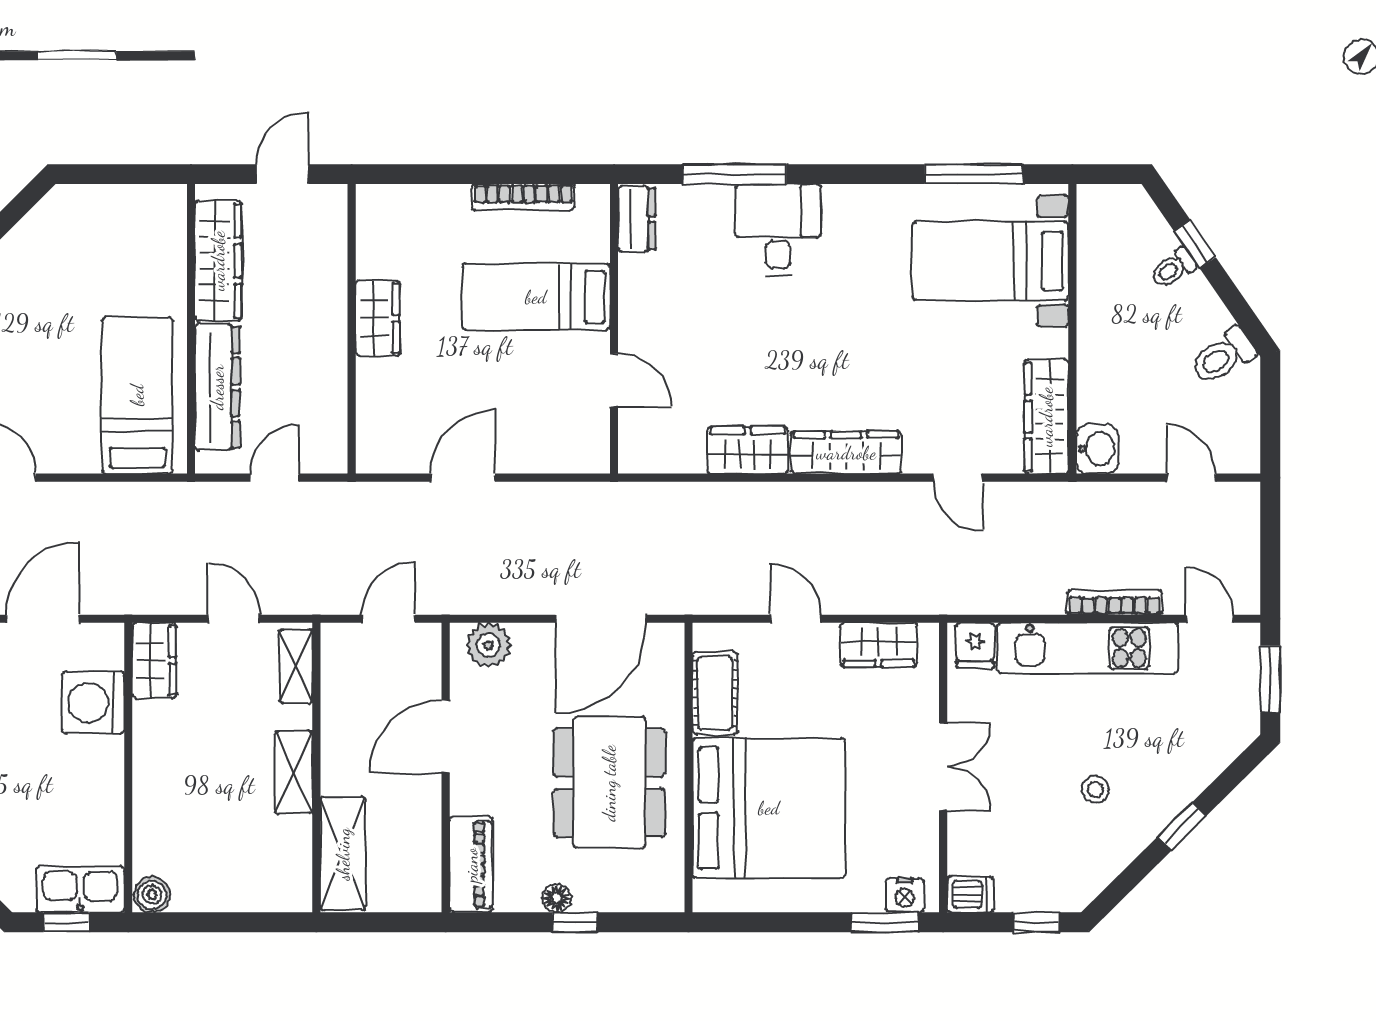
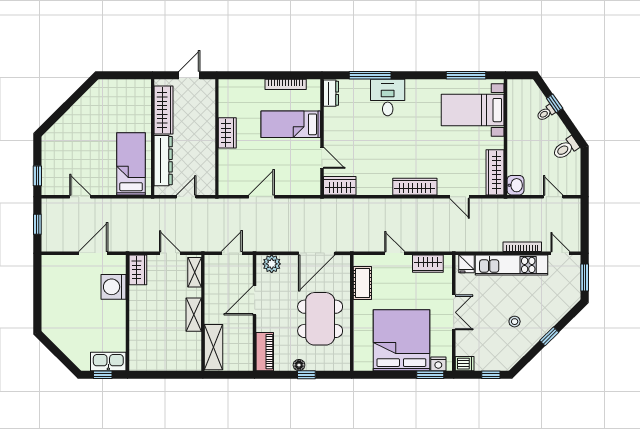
wardrobe: (748, 450) -> (340, 186), moved
bed: (769, 808) -> (401, 340), moved, turned -90
boiler: (152, 895) -> (137, 364), removed

